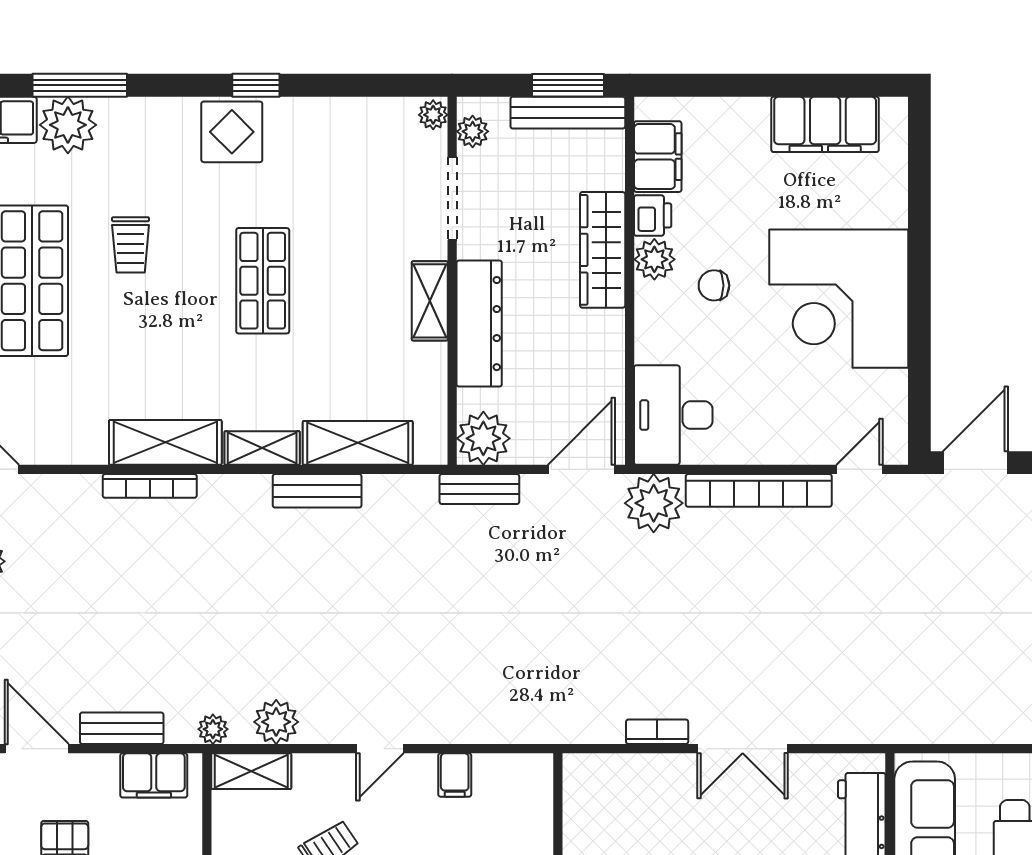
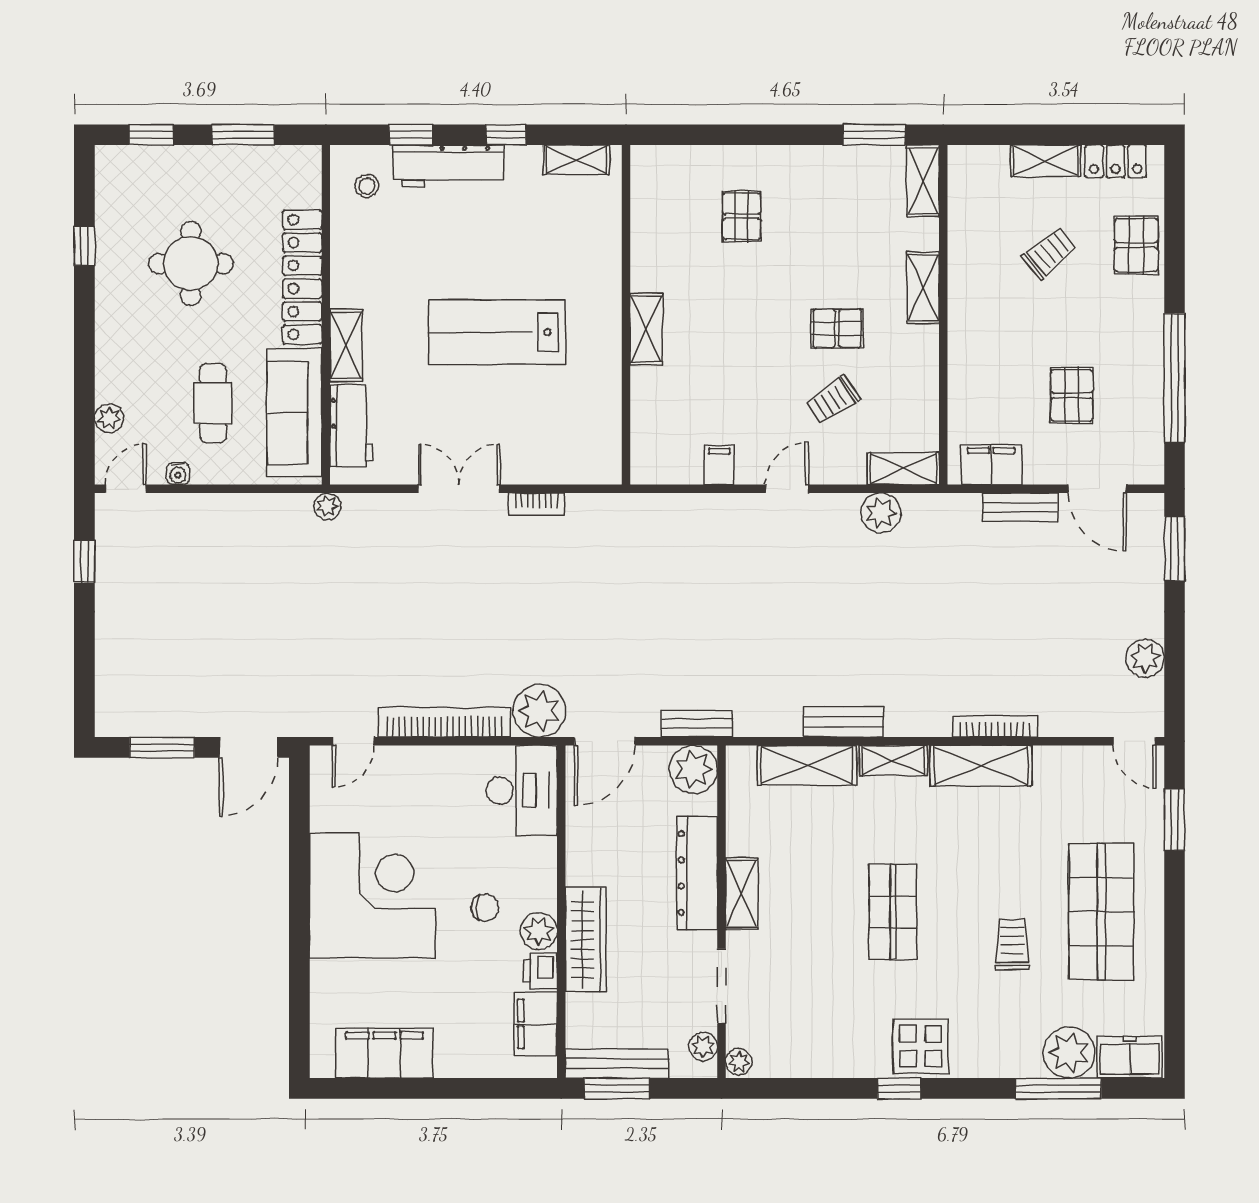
plant: (213, 729) -> (327, 506), moved

